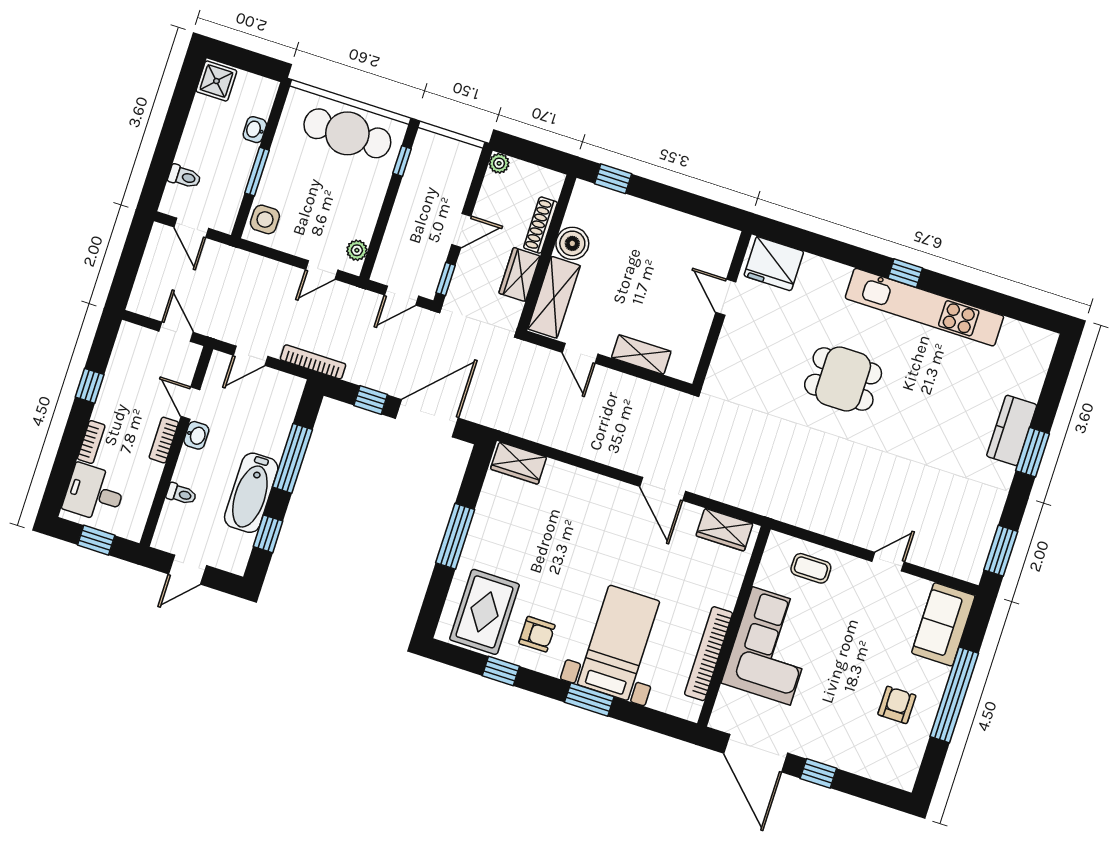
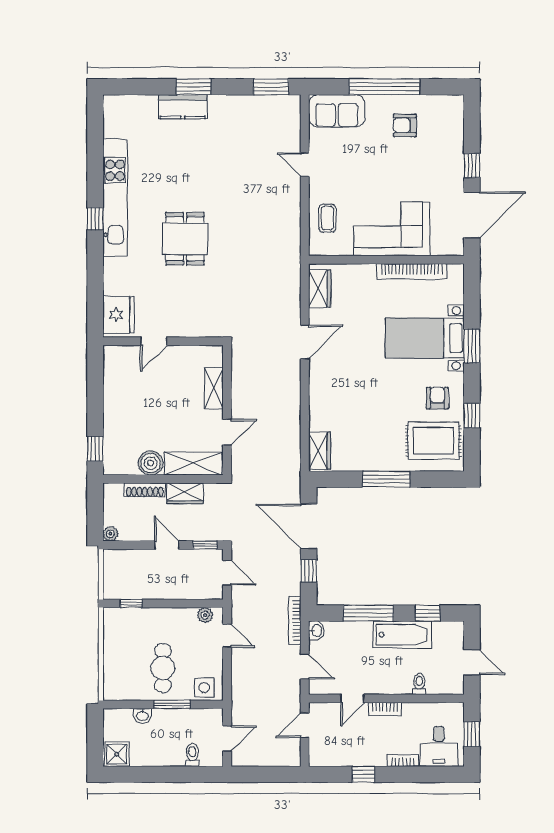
cafe table: (347, 133) -> (163, 668), moved, width x0.73, depth x0.74
washbasin: (196, 435) -> (317, 631), moved, turned 90

